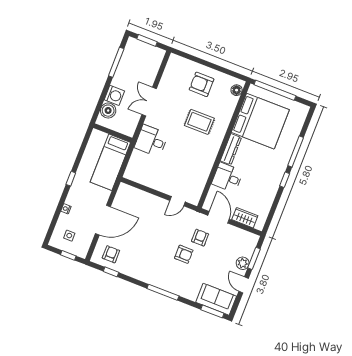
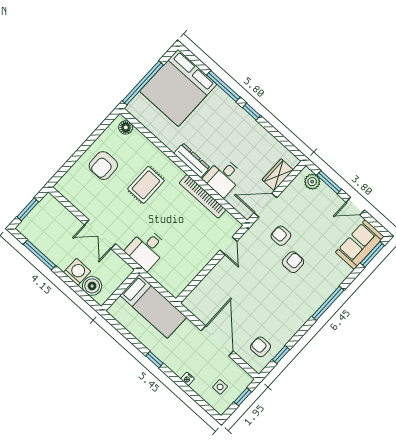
bed: (260, 121) -> (178, 88), moved, turned 180
bookcase: (207, 168) -> (203, 196), added
plant: (243, 263) -> (312, 182), moved

